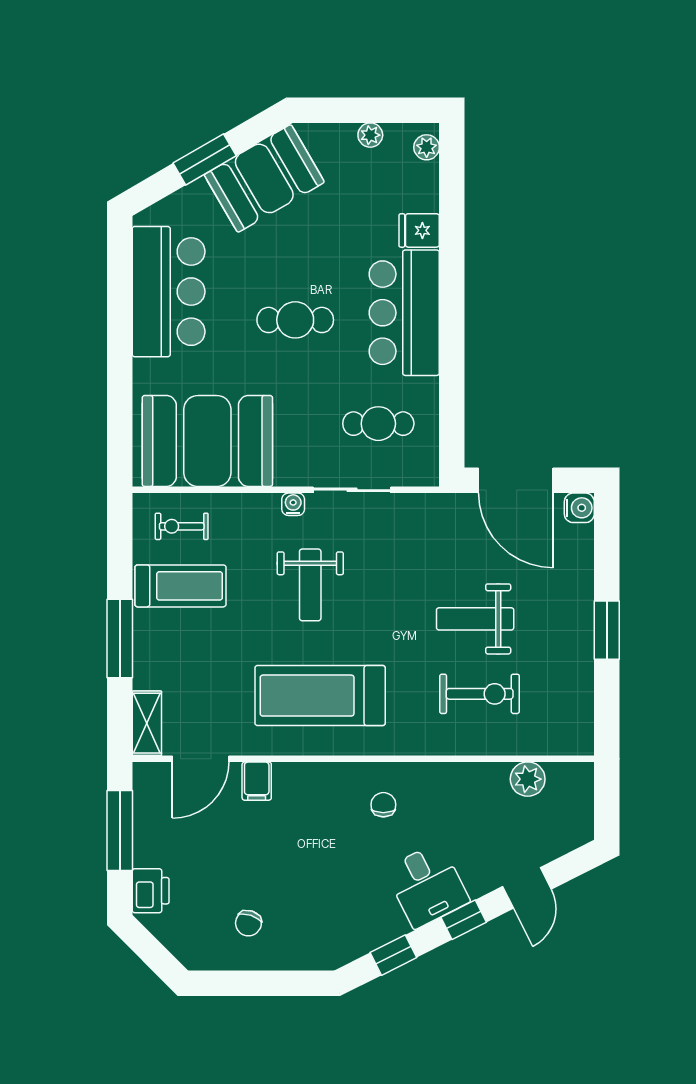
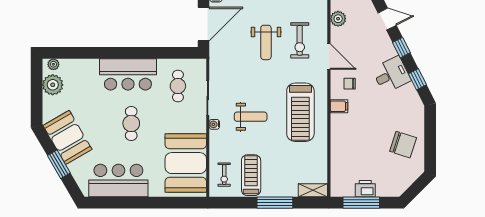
plant: (370, 135) -> (53, 85), width x1.88, depth x1.88
fridge: (419, 230) -> (91, 68), removed
exercise bike: (480, 694) -> (300, 40), turned 180
door: (201, 759) -> (329, 57), moved
filing cabinet: (257, 781) -> (339, 106), moved
desk: (427, 885) -> (391, 75), moved
printer: (151, 891) -> (365, 189), moved
chair: (248, 923) -> (403, 145), width x1.87, depth x1.87

